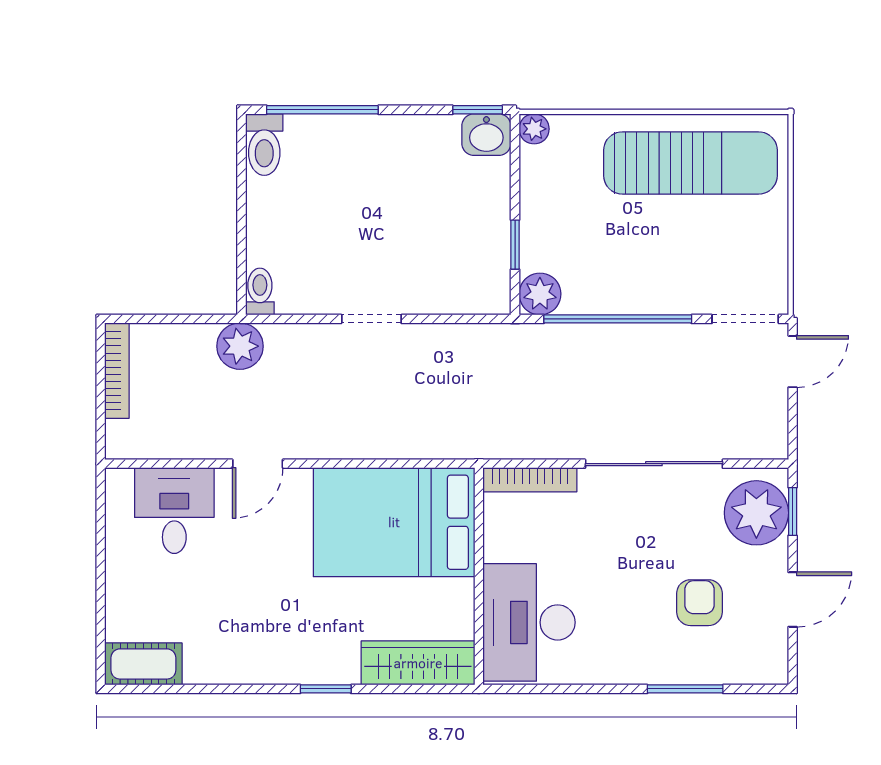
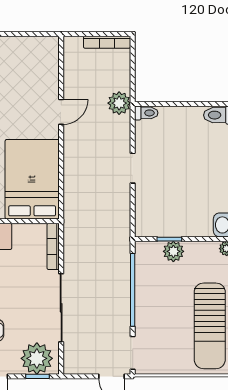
plant: (540, 294) -> (173, 251), moved
door: (258, 464) -> (61, 112), swing flipped
desk: (174, 511) -> (38, 71), removed

